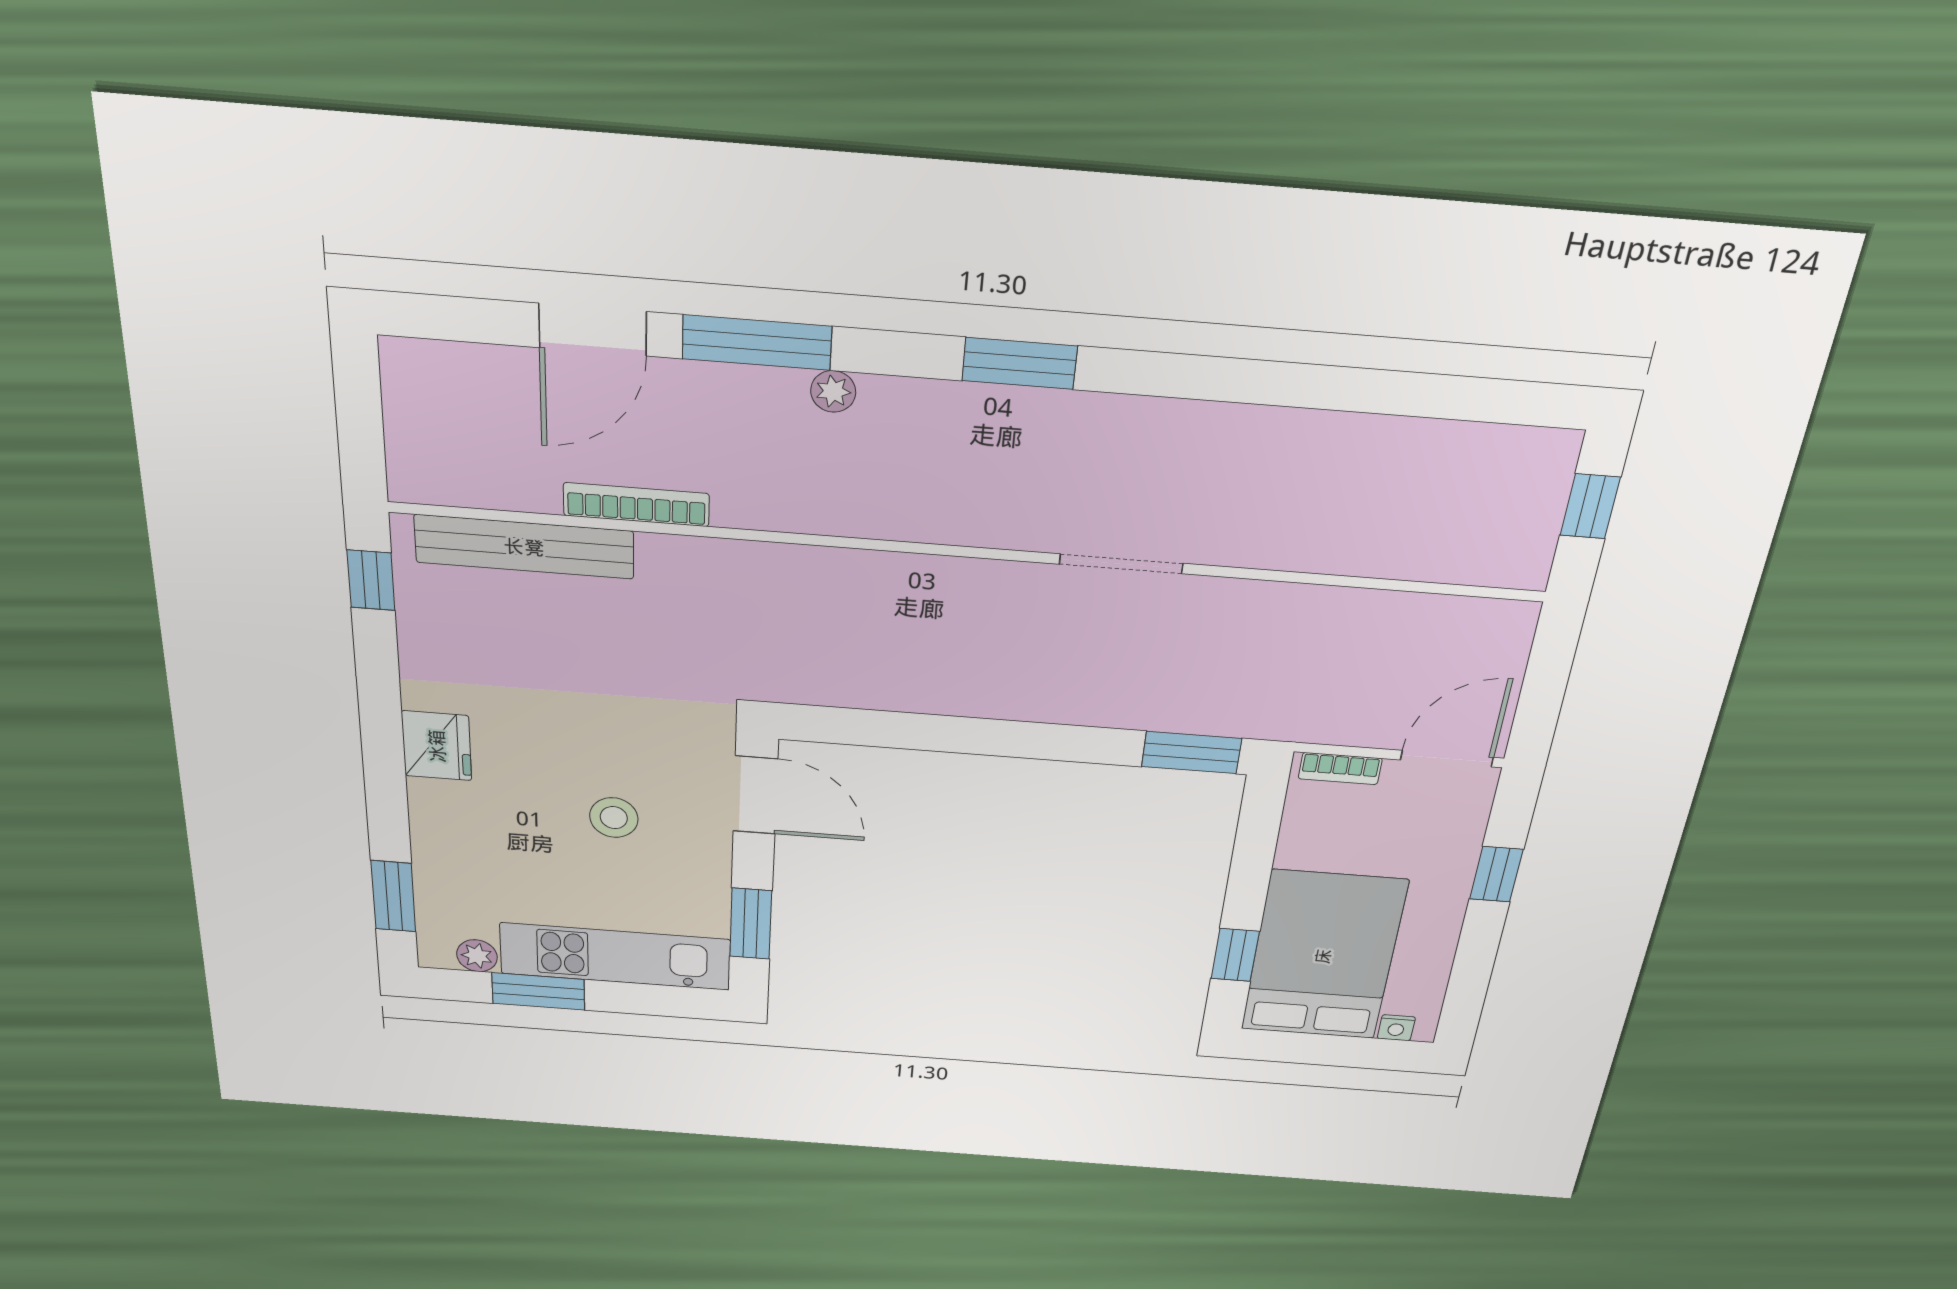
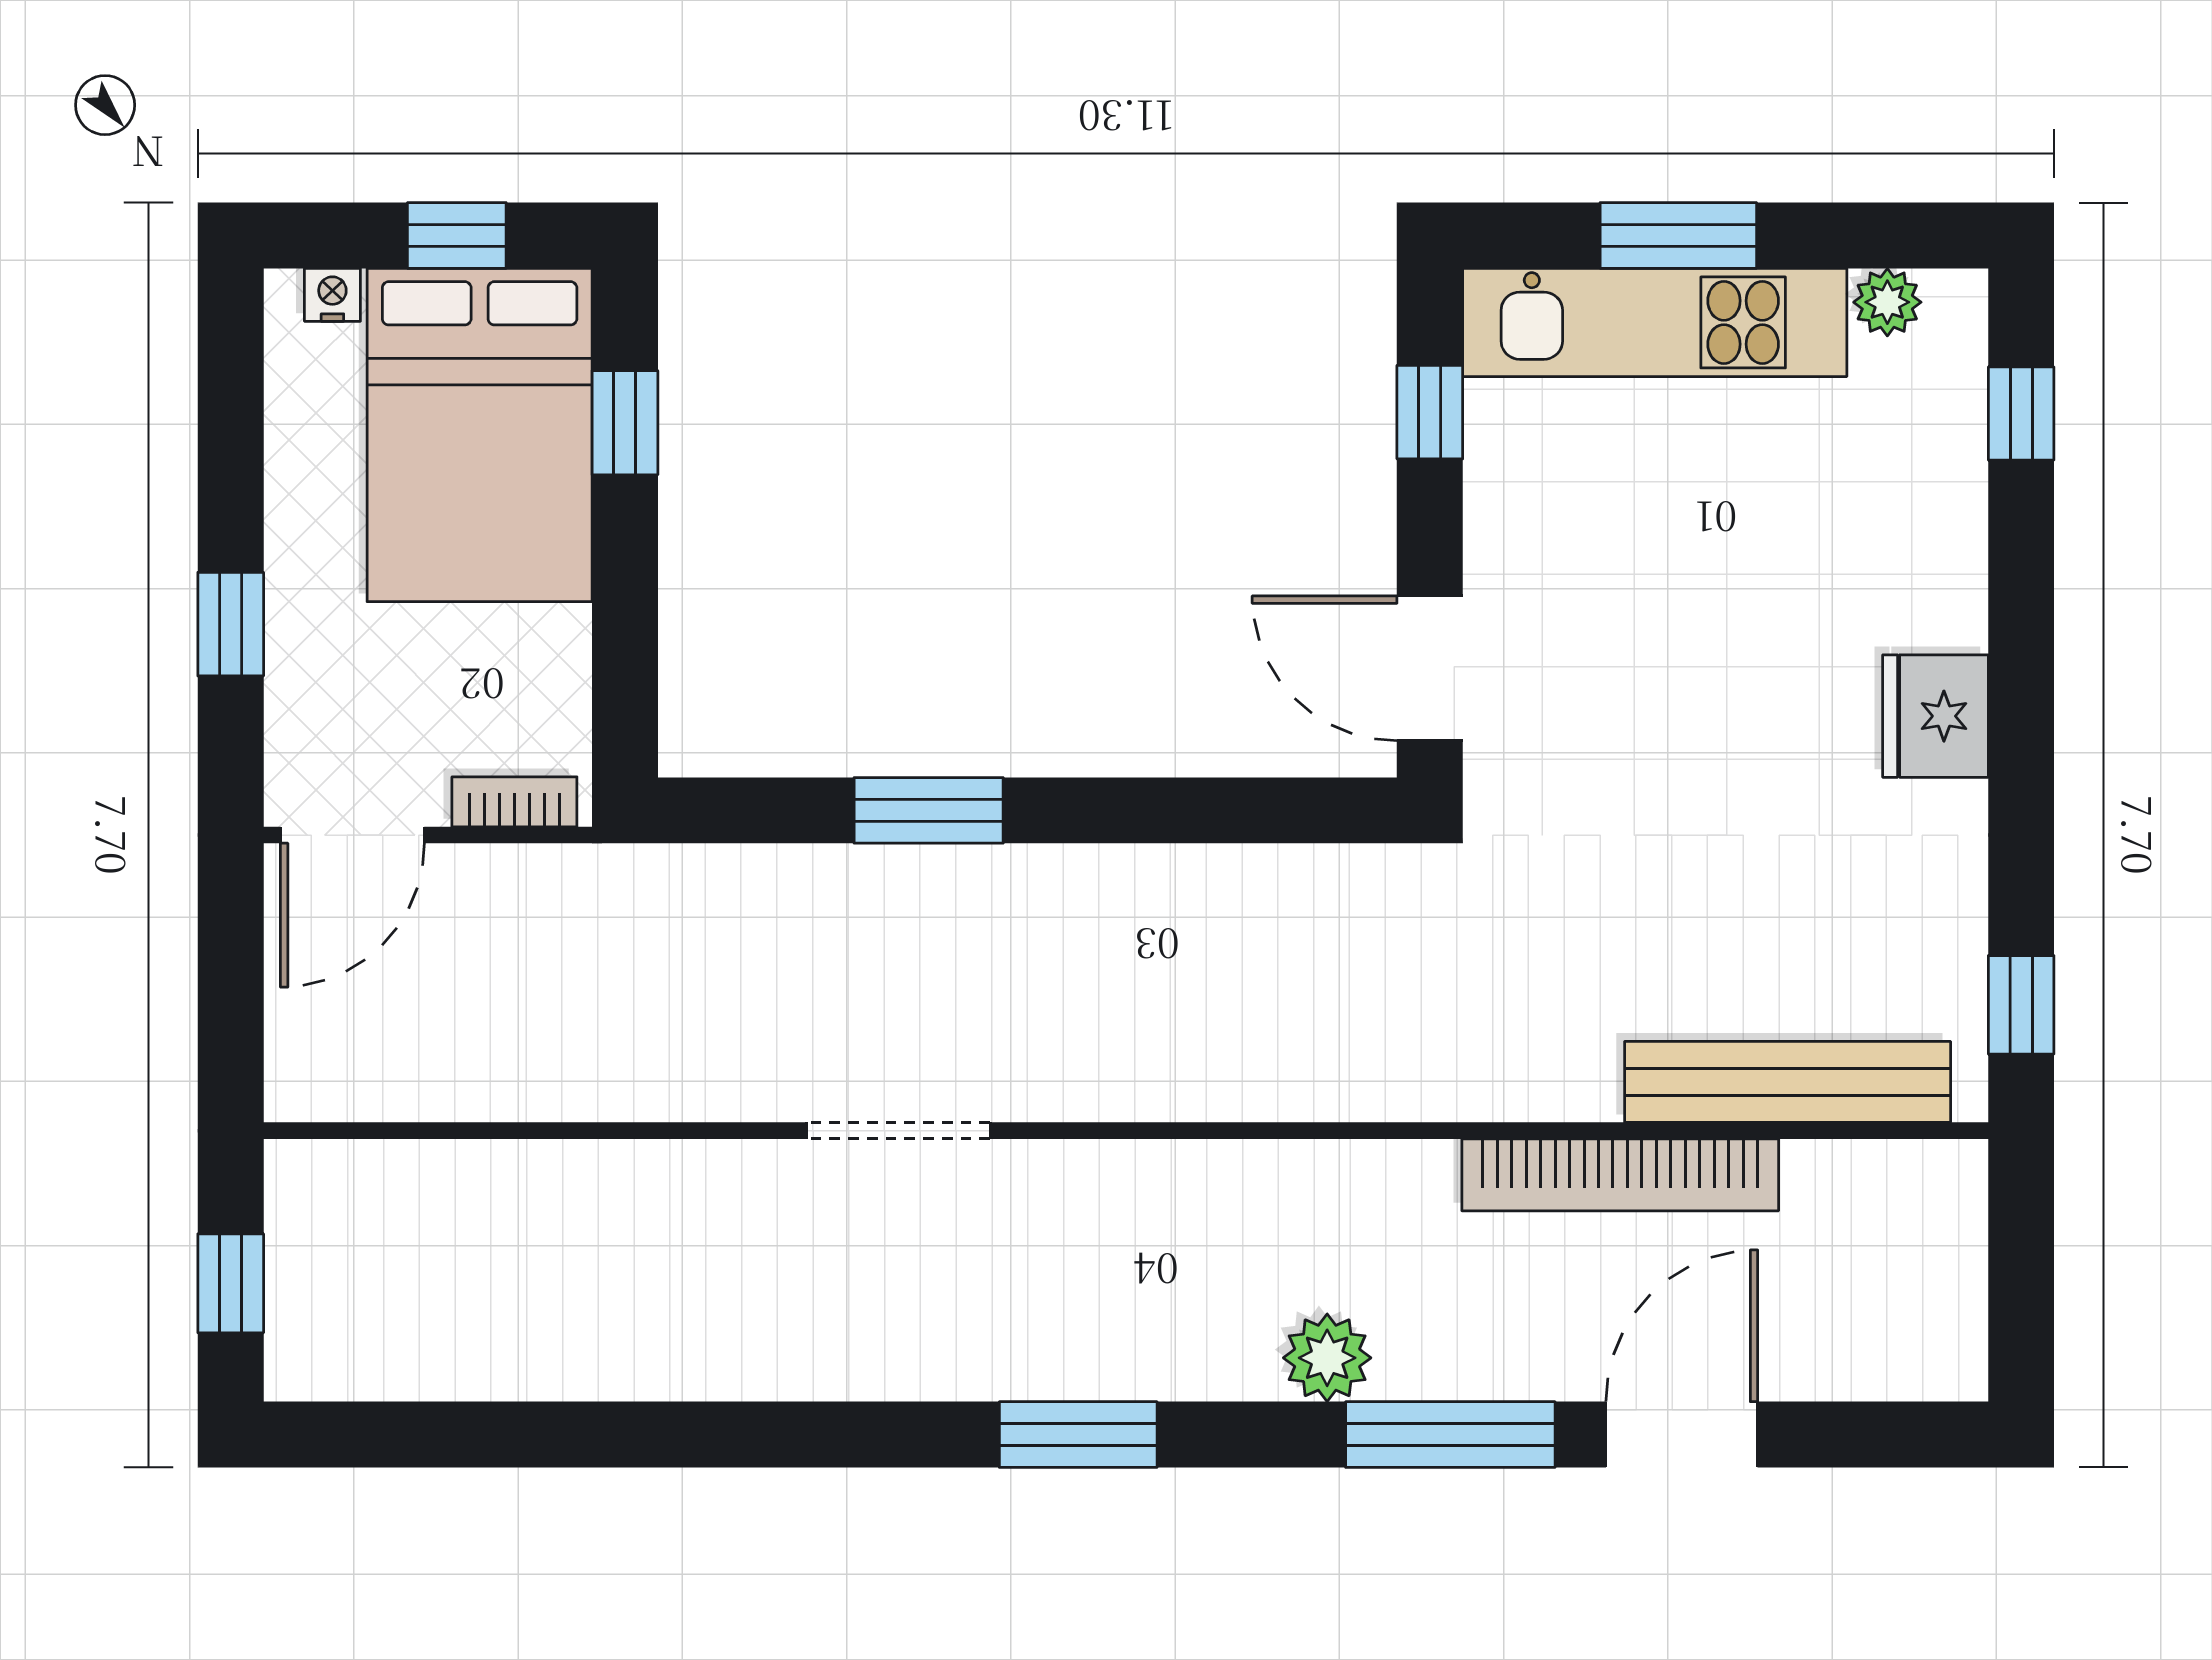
plant: (833, 391) -> (1327, 1358), width x1.38, depth x1.38
bookcase: (636, 505) -> (1620, 1175), width x1.48, depth x1.31
window: (1192, 753) -> (929, 810), moved
stool: (614, 818) -> (1656, 604), removed
window: (393, 896) -> (2021, 413), width x0.67
window: (751, 924) -> (1430, 412), width x0.67
window: (538, 991) -> (1678, 235), moved
window: (1317, 1049) -> (457, 235), added

